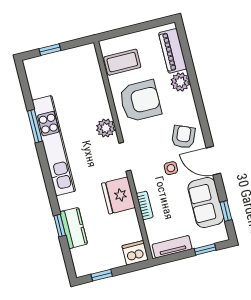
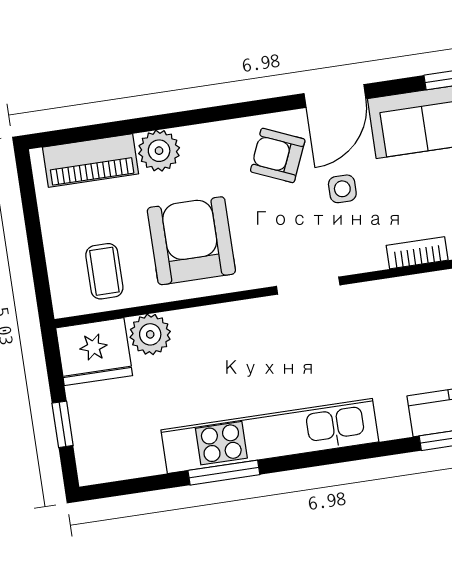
coffee table: (122, 62) -> (104, 271), width x0.73, depth x0.77
plant: (106, 128) -> (150, 334), moved
fridge: (118, 195) -> (94, 352), moved

